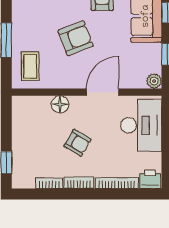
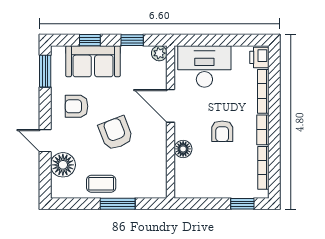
coffee table: (30, 66) -> (101, 184), moved
armchair: (78, 143) -> (222, 131), turned 149
bookcase: (49, 183) -> (263, 168), width x1.56

